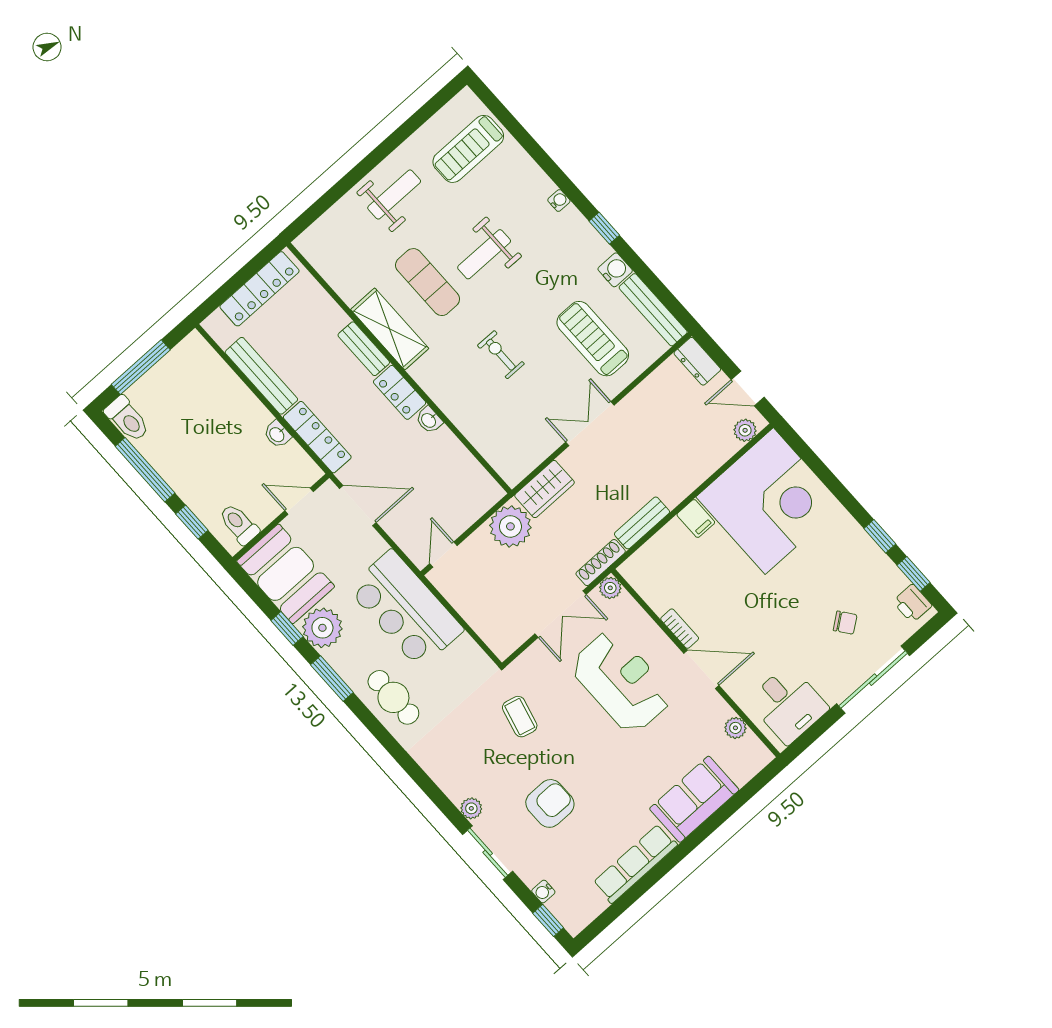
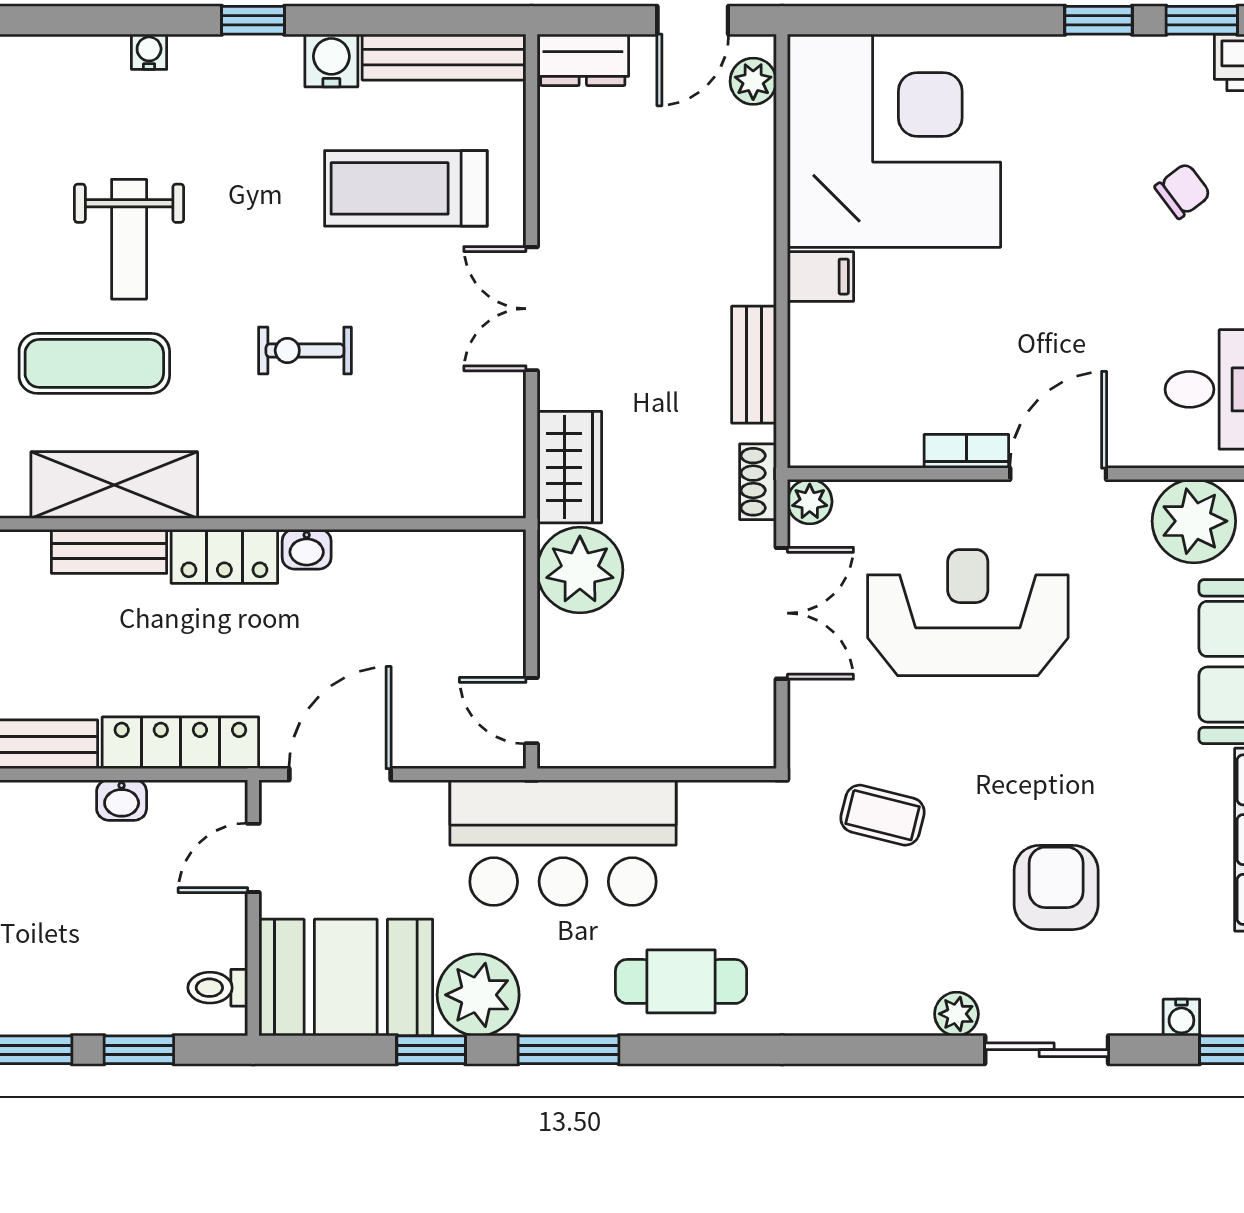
toilet: (239, 524) -> (218, 988), width x0.73, depth x0.72
shoe rack: (601, 563) -> (758, 482), width x0.70
plant: (735, 728) -> (1194, 521), width x1.88, depth x1.88

